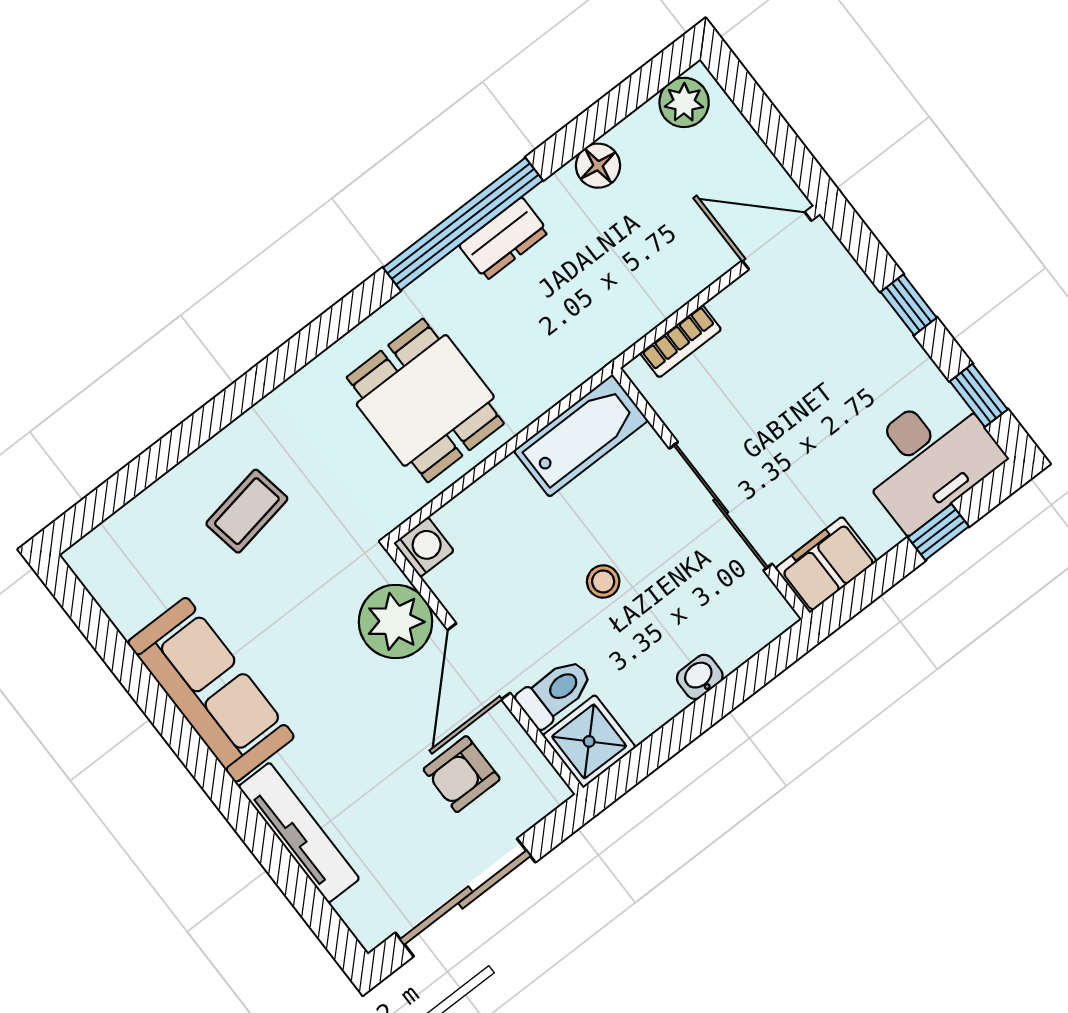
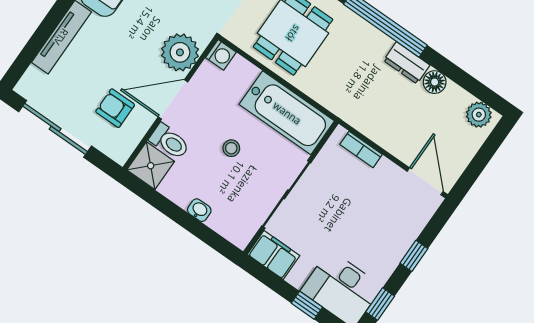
dresser: (504, 239) -> (407, 63), moved
bathtub: (581, 436) -> (287, 113), width x1.36, depth x1.36

